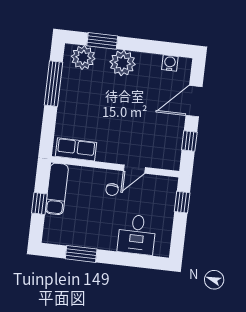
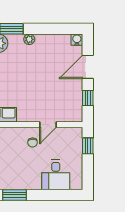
plant: (123, 63) -> (29, 39), width x0.53, depth x0.53
water cooler: (170, 63) -> (77, 40), moved

